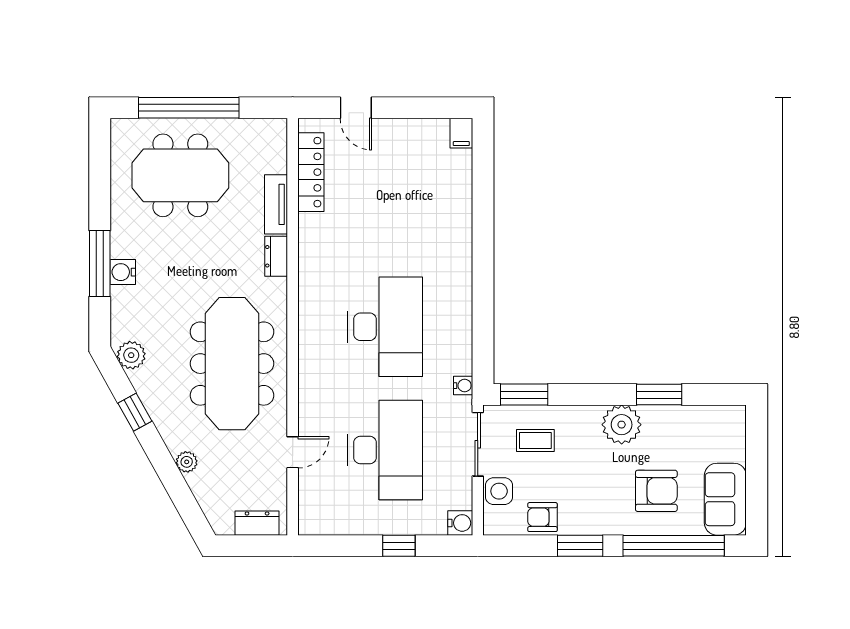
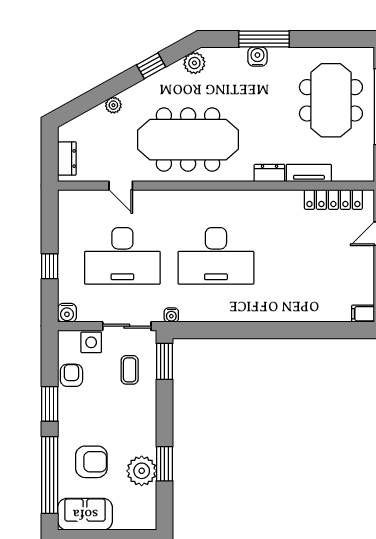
plant: (622, 425) -> (142, 471), moved
armchair: (656, 491) -> (91, 462), turned -90

